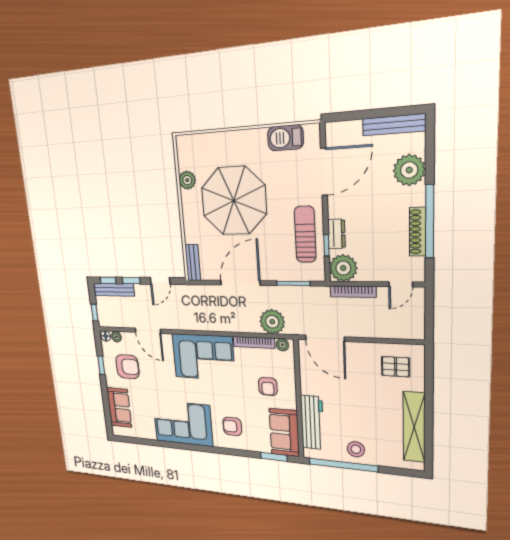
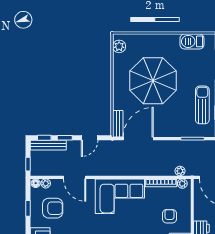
plant: (187, 180) -> (119, 46), moved
door: (240, 283) -> (138, 139), moved
plant: (272, 322) -> (180, 171), width x0.53, depth x0.53
armchair: (268, 386) -> (169, 216), turned 180

